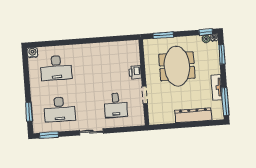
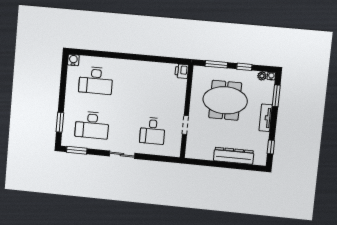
window: (206, 32) -> (244, 67), moved
meeting table: (177, 66) -> (225, 100), turned 90
printer: (135, 72) -> (182, 71), moved
tv unit: (217, 88) -> (266, 118), moved
window: (225, 101) -> (271, 147), width x0.46

